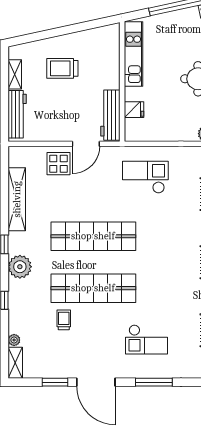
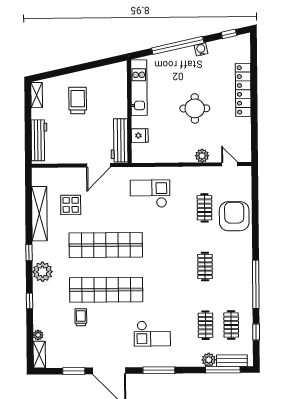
trolley: (62, 68) -> (78, 100), turned 90
shelving: (15, 74) -> (37, 95), moved
display table: (59, 164) -> (71, 205), moved

